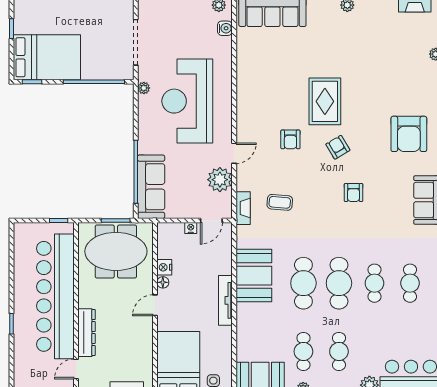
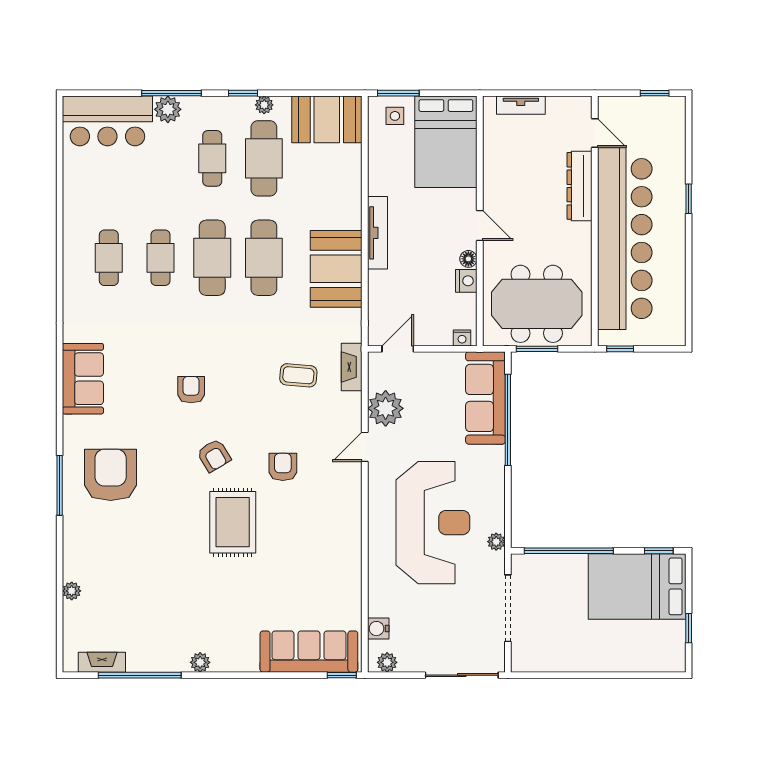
nightstand: (191, 228) -> (462, 338), moved
door: (155, 305) -> (480, 225), hinge flipped
cafe table: (303, 351) -> (264, 158), width x1.37, depth x1.35
door: (76, 369) -> (595, 133), hinge flipped

